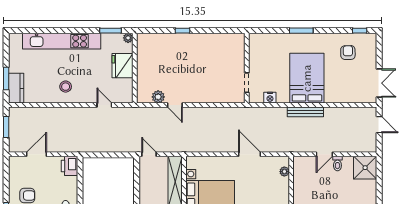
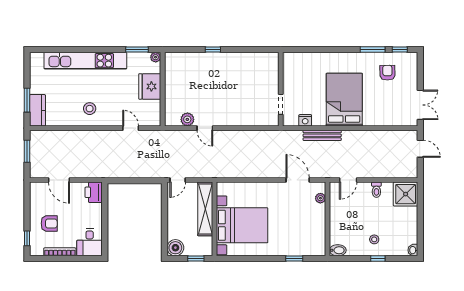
window: (301, 31) -> (373, 50), moved
bench: (305, 112) -> (322, 135), moved
door: (37, 154) -> (59, 180), swing flipped
door: (149, 154) -> (178, 180), swing flipped
door: (250, 154) -> (298, 180), moved
door: (324, 154) -> (348, 180), moved

